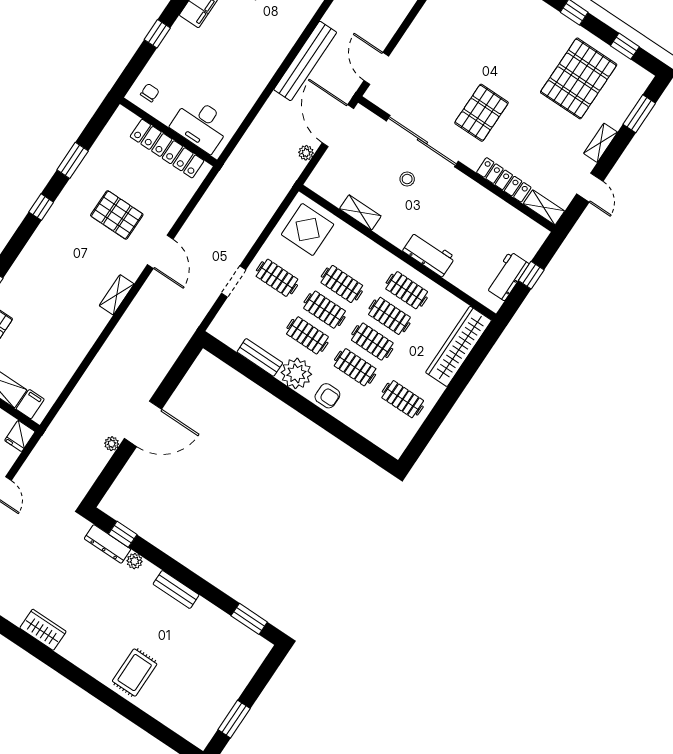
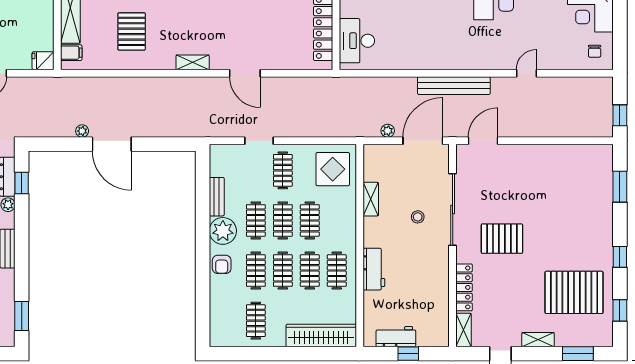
pallet: (117, 215) -> (132, 31), moved
door: (160, 252) -> (245, 73), hinge flipped

